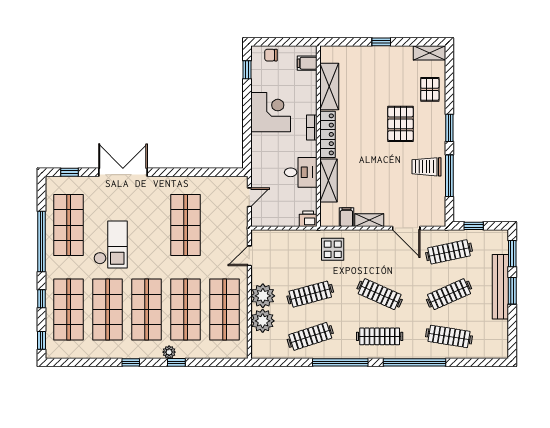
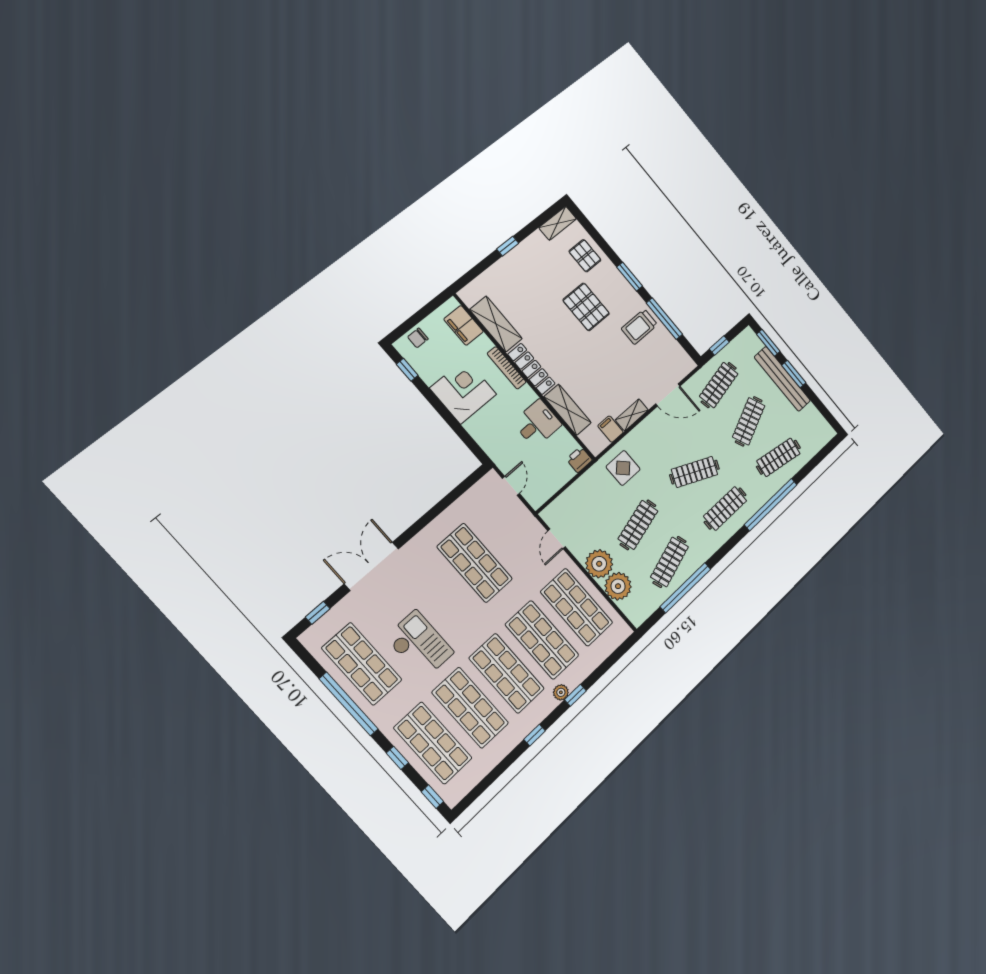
filing cabinet: (307, 63) -> (464, 325), width x2.00
bookcase: (312, 127) -> (507, 368), width x1.56
window: (340, 362) -> (685, 588), moved

